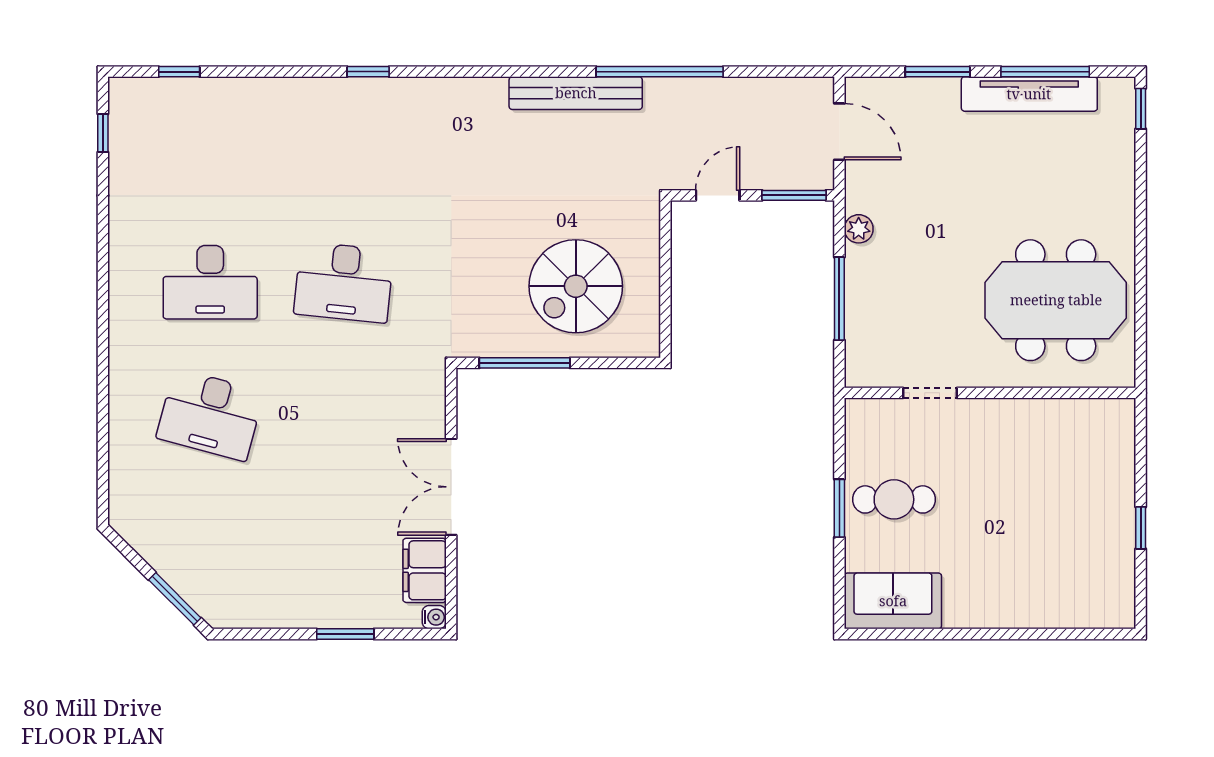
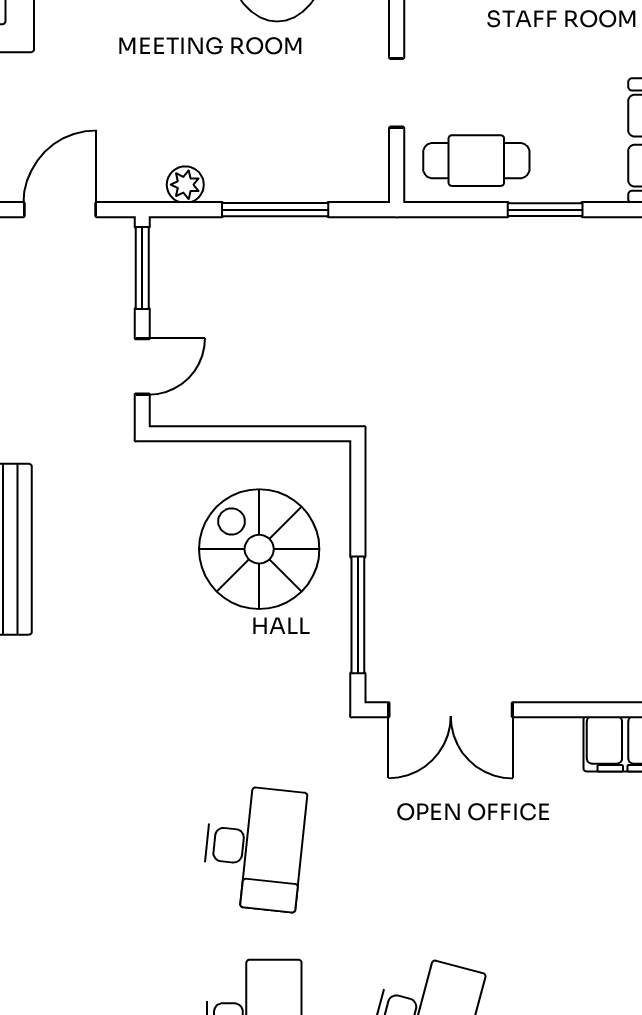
door: (718, 195) -> (142, 366), swing flipped
spiral stairs: (576, 286) -> (259, 549), turned 180
double door: (451, 487) -> (451, 710), moved
cafe table: (894, 499) -> (476, 161), moved, turned 90

